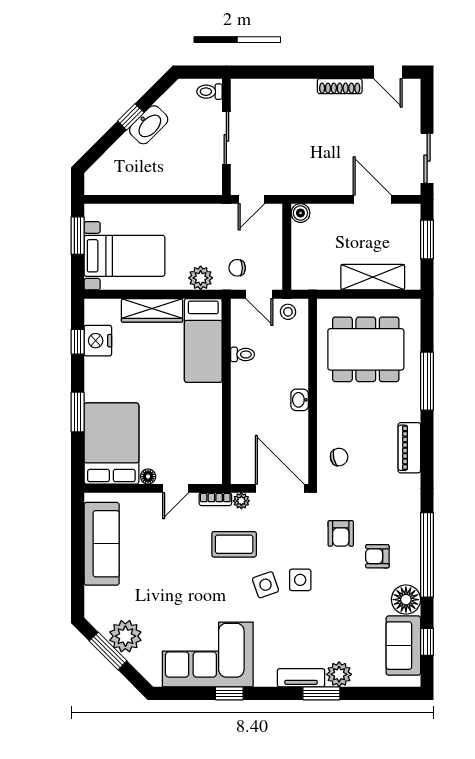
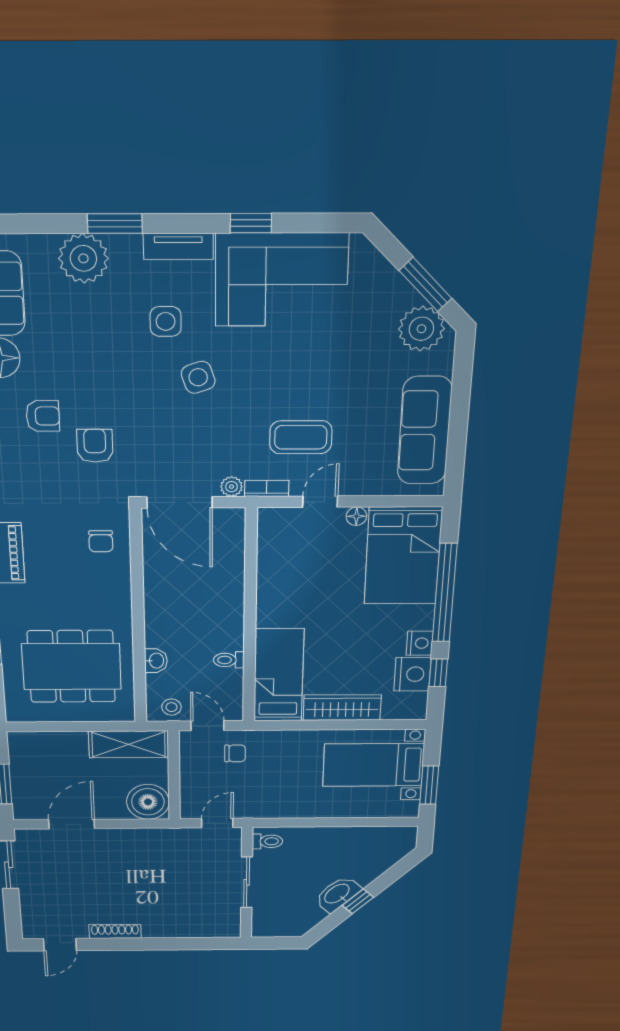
door: (388, 72) -> (60, 945), swing flipped
toilet: (209, 92) -> (267, 841), moved
door: (372, 199) -> (72, 824), swing flipped
boiler: (300, 213) -> (148, 802), width x1.86, depth x1.86
shelving: (373, 277) -> (129, 744), moved
plant: (201, 278) -> (280, 742), removed
nightstand: (94, 368) -> (420, 643), added
washbasin: (300, 400) -> (156, 661), moved
window: (78, 412) -> (445, 593), width x2.11
chair: (339, 457) -> (101, 541), turned -79
coffee table: (234, 544) -> (301, 437), moved
side table: (300, 580) -> (166, 321), moved
plant: (125, 636) -> (421, 329), moved
plant: (339, 674) -> (83, 258), width x1.36, depth x1.36
tv unit: (301, 678) -> (178, 246), moved

